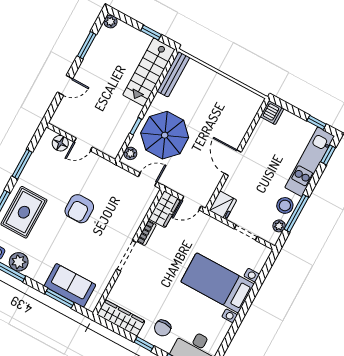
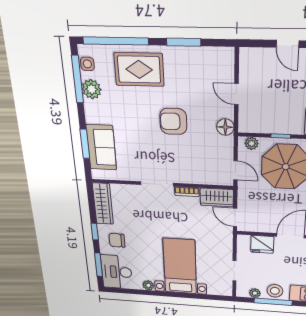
floor lamp: (60, 143) -> (225, 127), moved
fridge: (223, 205) -> (262, 244), moved
plant: (224, 327) -> (148, 285), added

